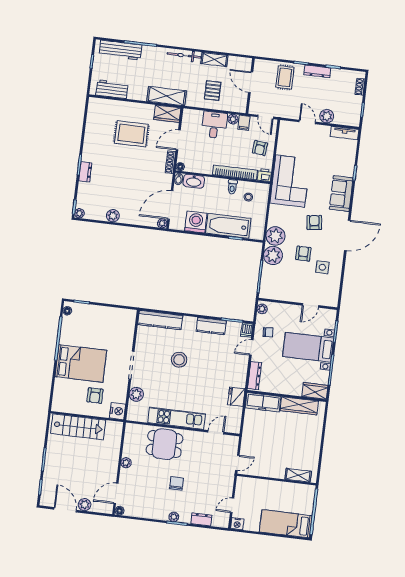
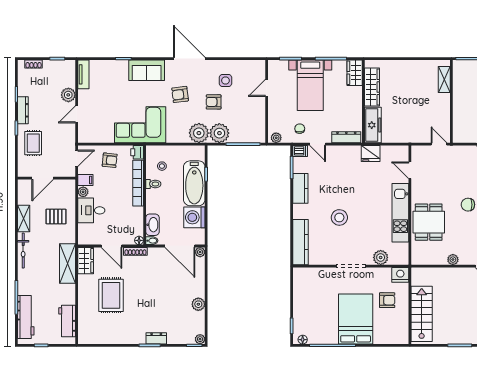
rug: (285, 77) -> (33, 143), turned 90
door: (311, 305) -> (267, 88), swing flipped

